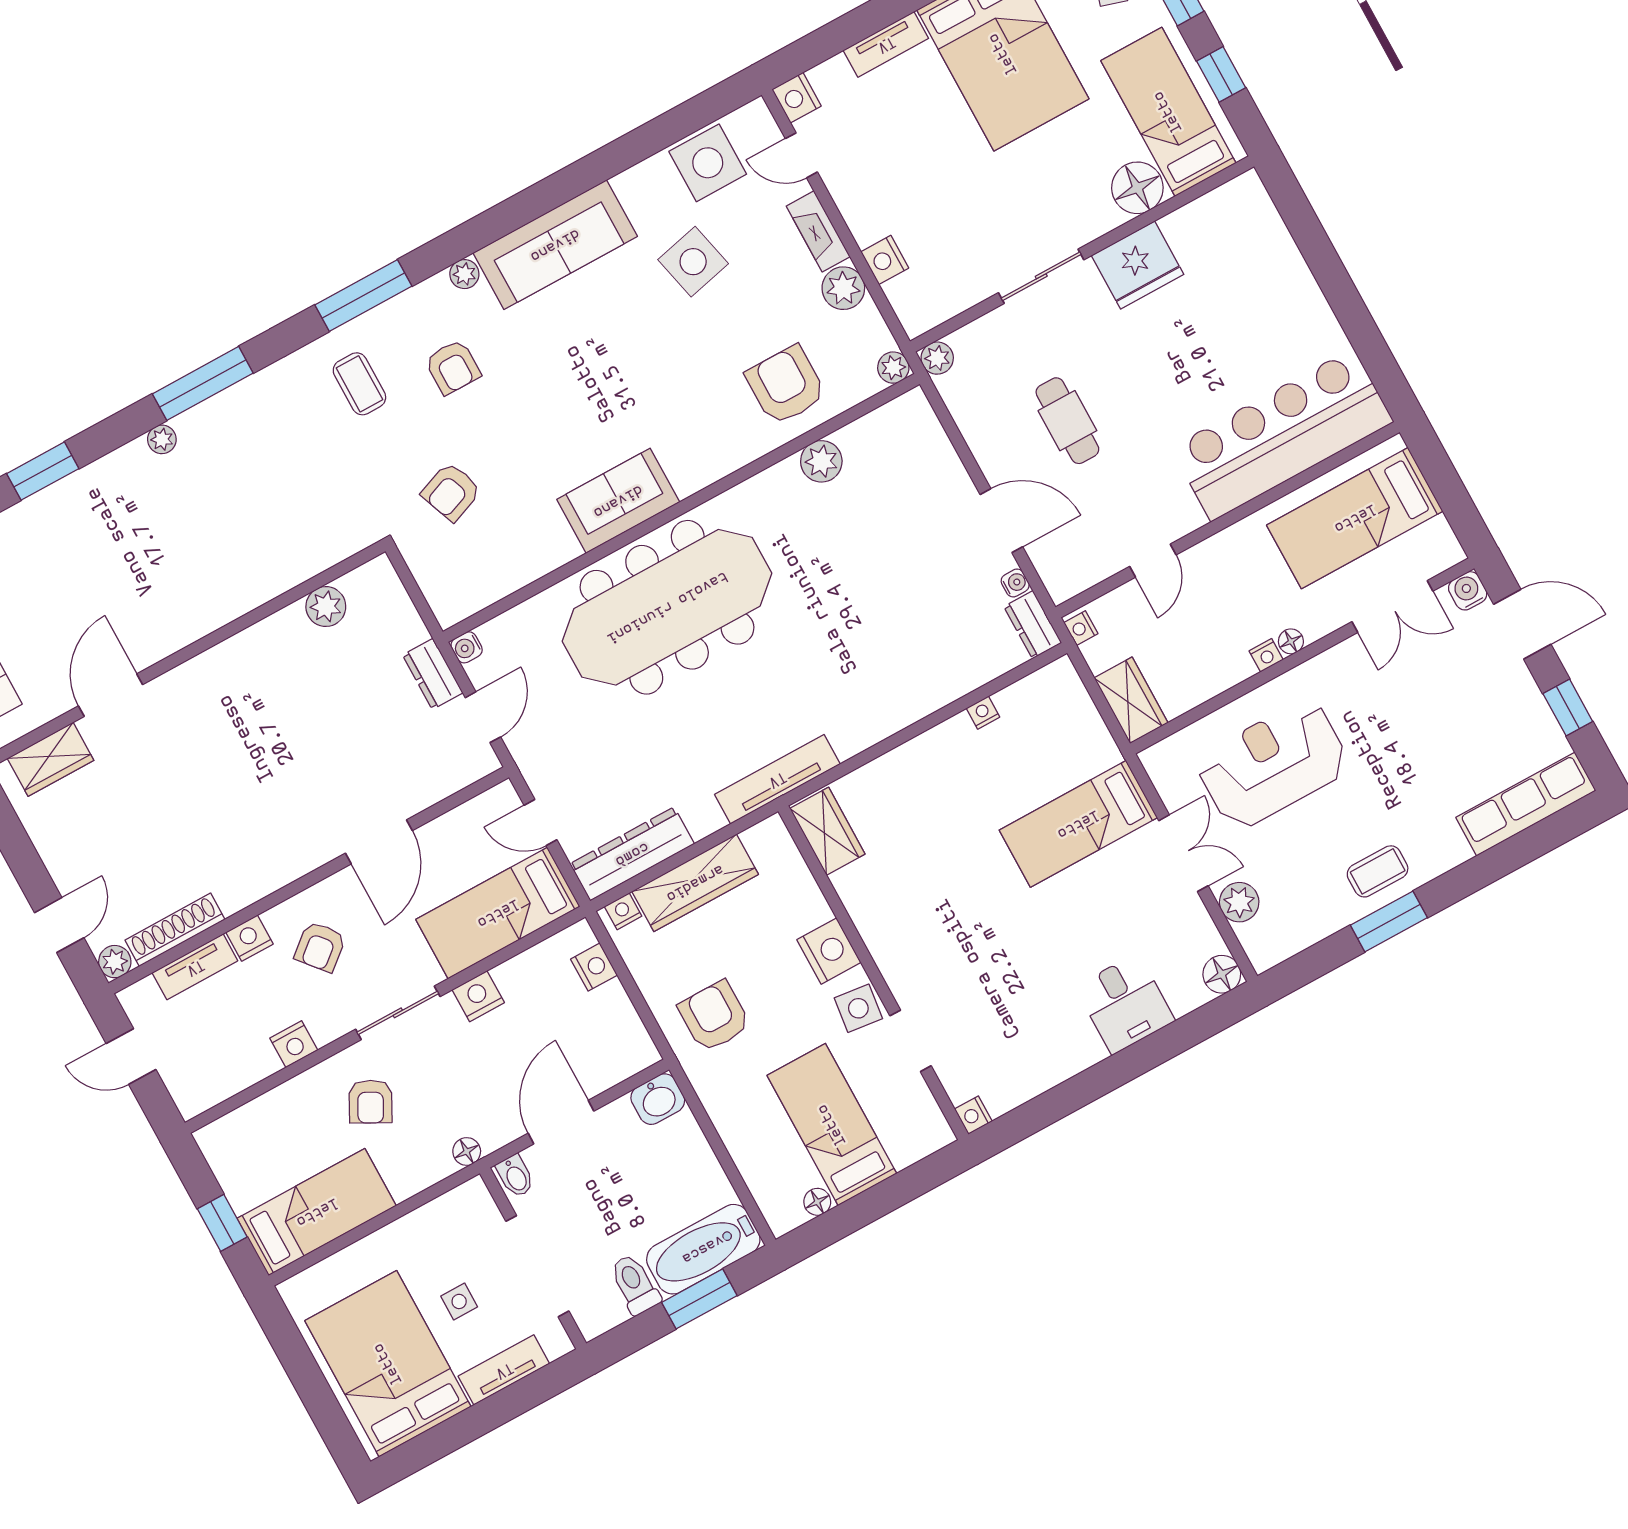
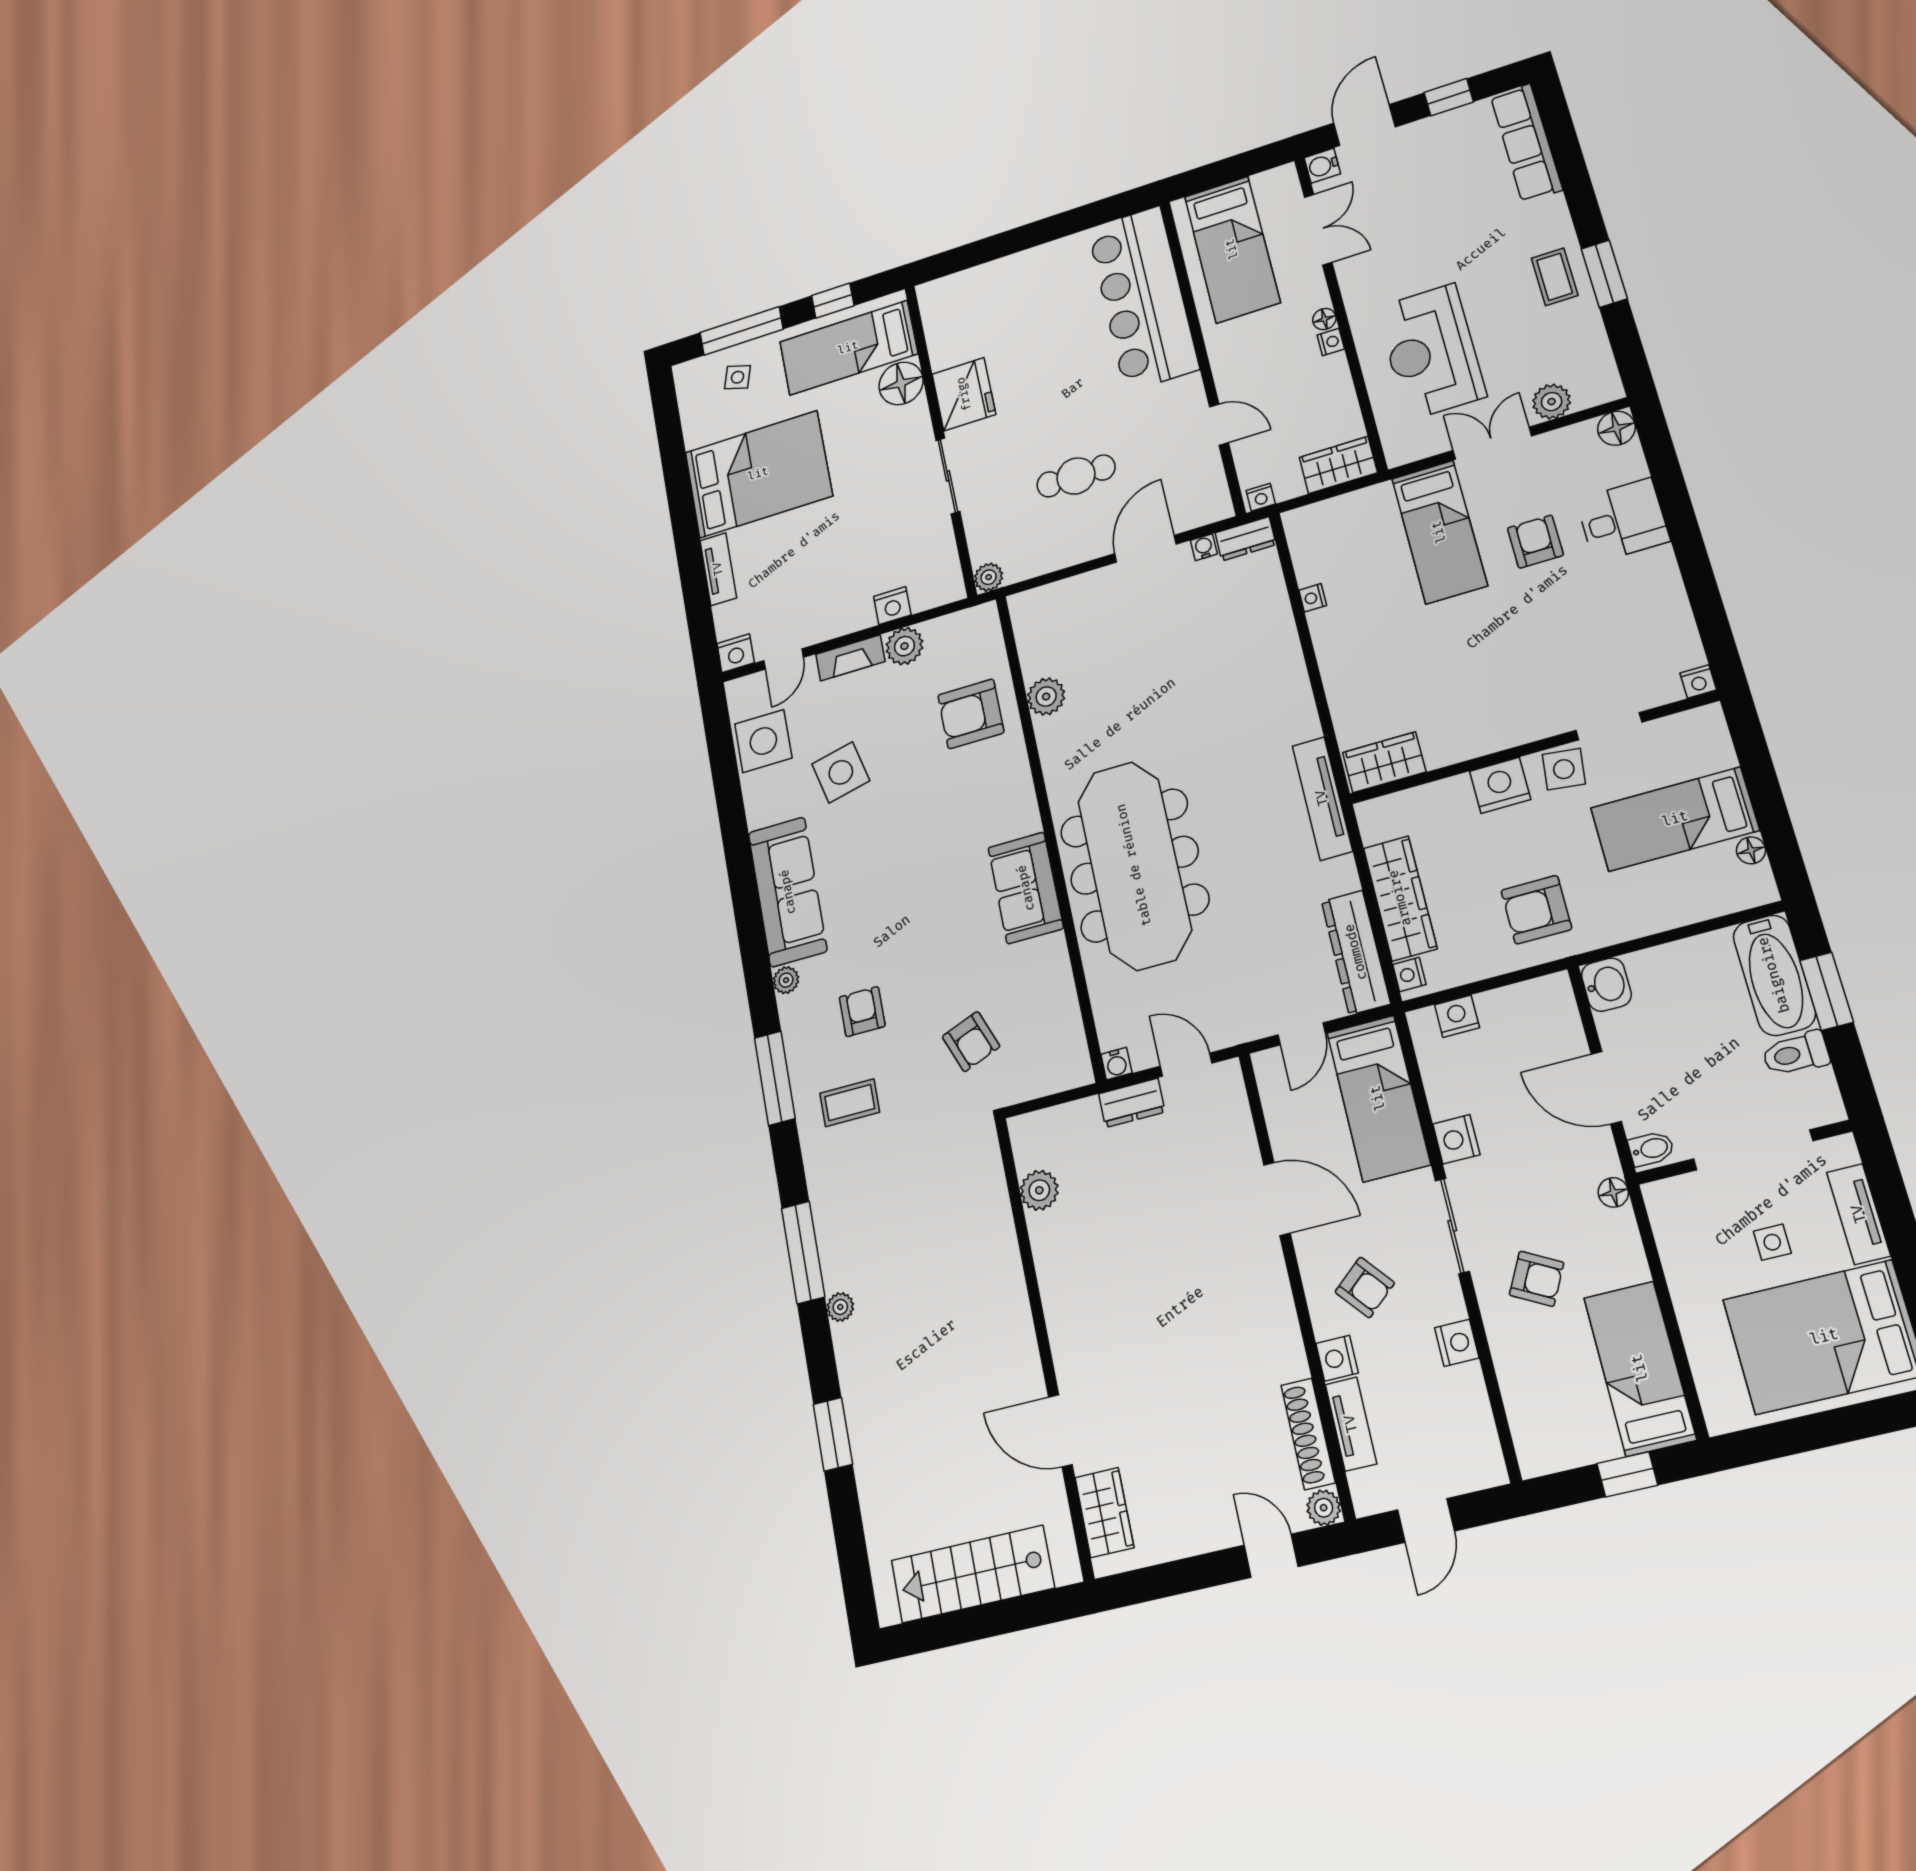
armchair: (453, 367) -> (862, 1012), turned -90
plant: (893, 368) -> (985, 617), removed
armchair: (1086, 923) -> (1535, 542), added

